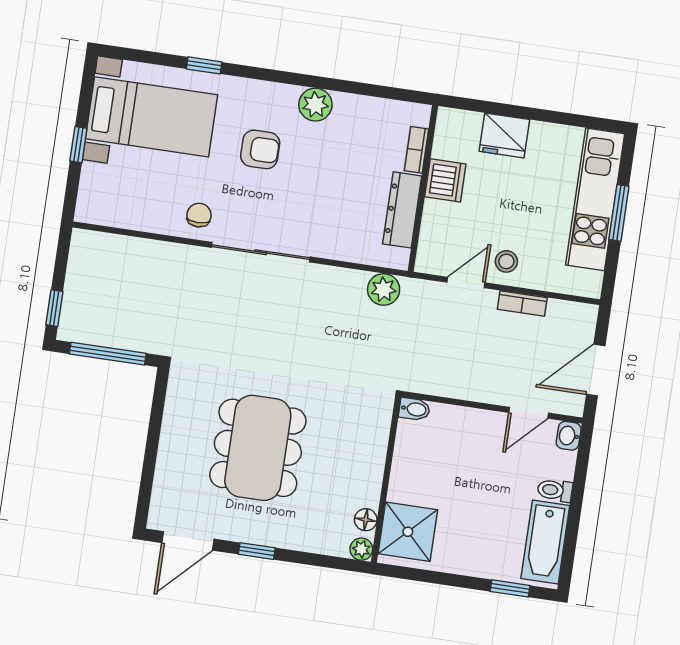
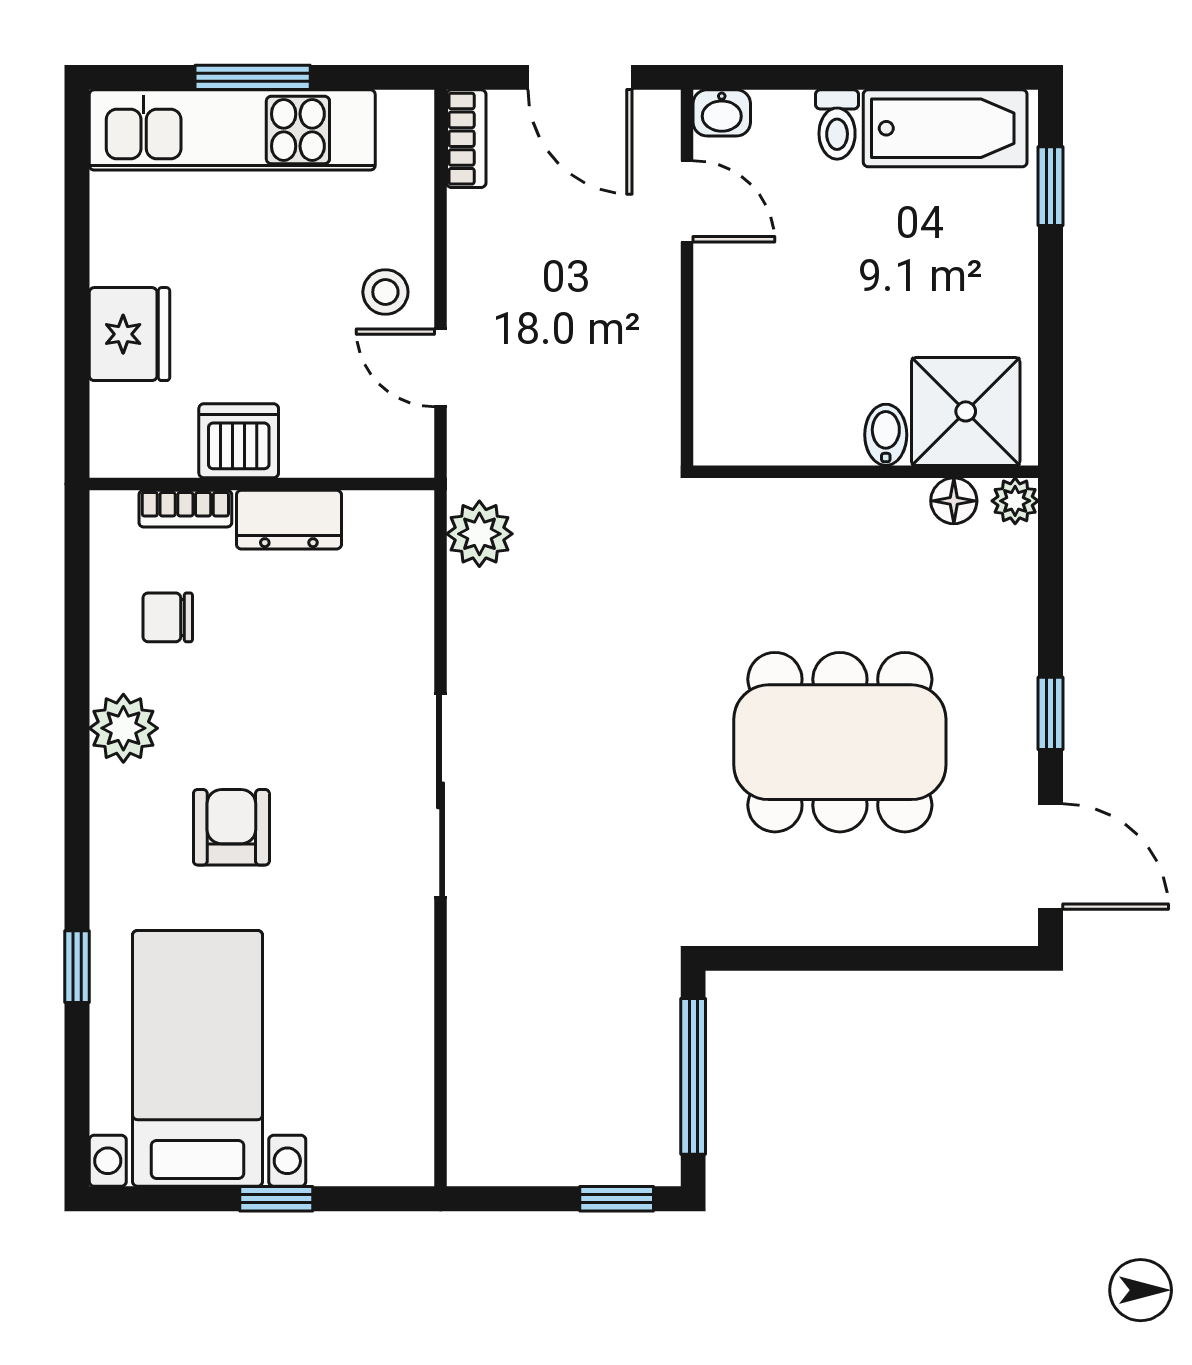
dresser: (402, 210) -> (289, 520), width x0.70
chair: (199, 215) -> (168, 617), moved
bookcase: (522, 303) -> (466, 139), moved
bidet: (414, 409) -> (886, 435), moved

